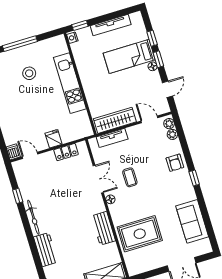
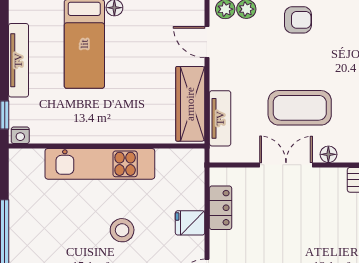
stool: (29, 73) -> (122, 230), moved
door: (149, 119) -> (207, 42), hinge flipped
coffee table: (130, 177) -> (300, 108), width x1.86, depth x1.72

